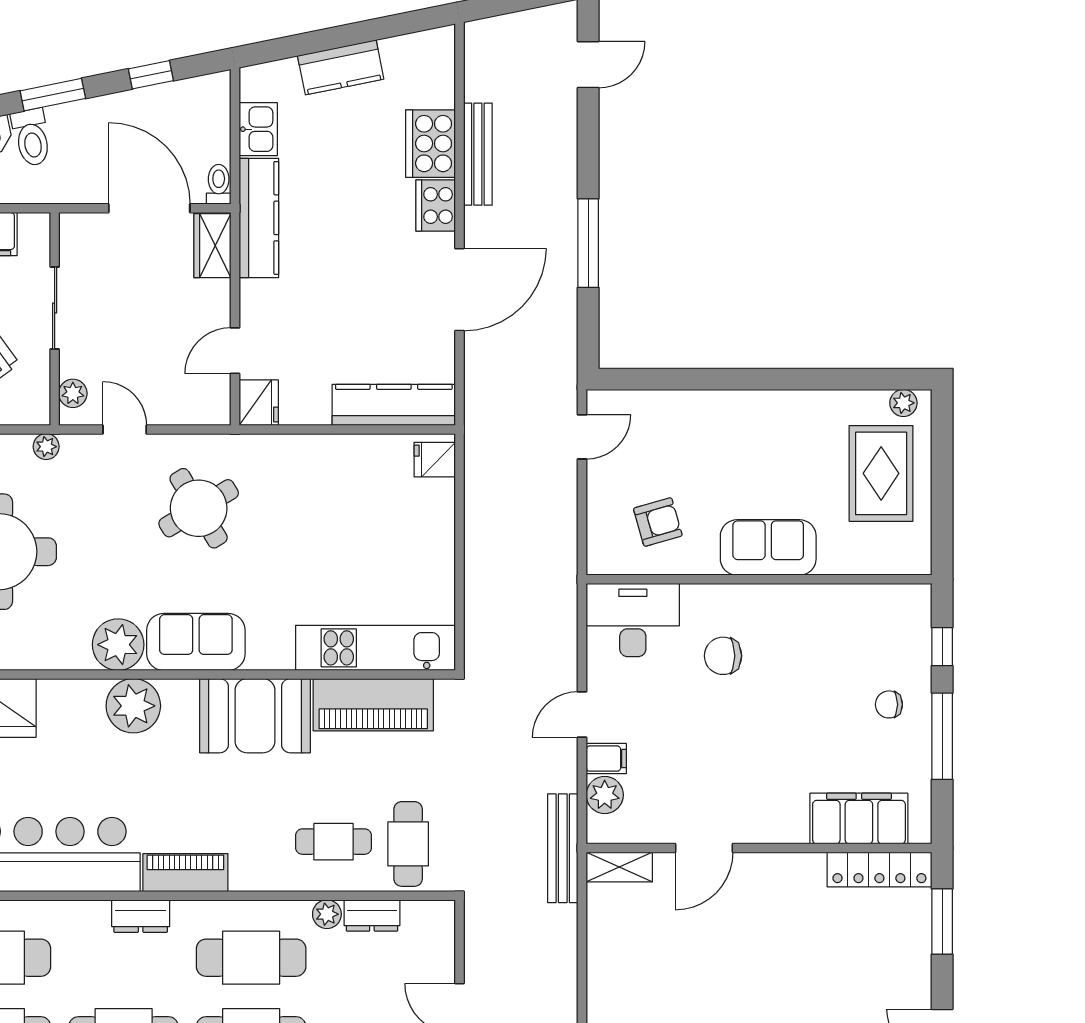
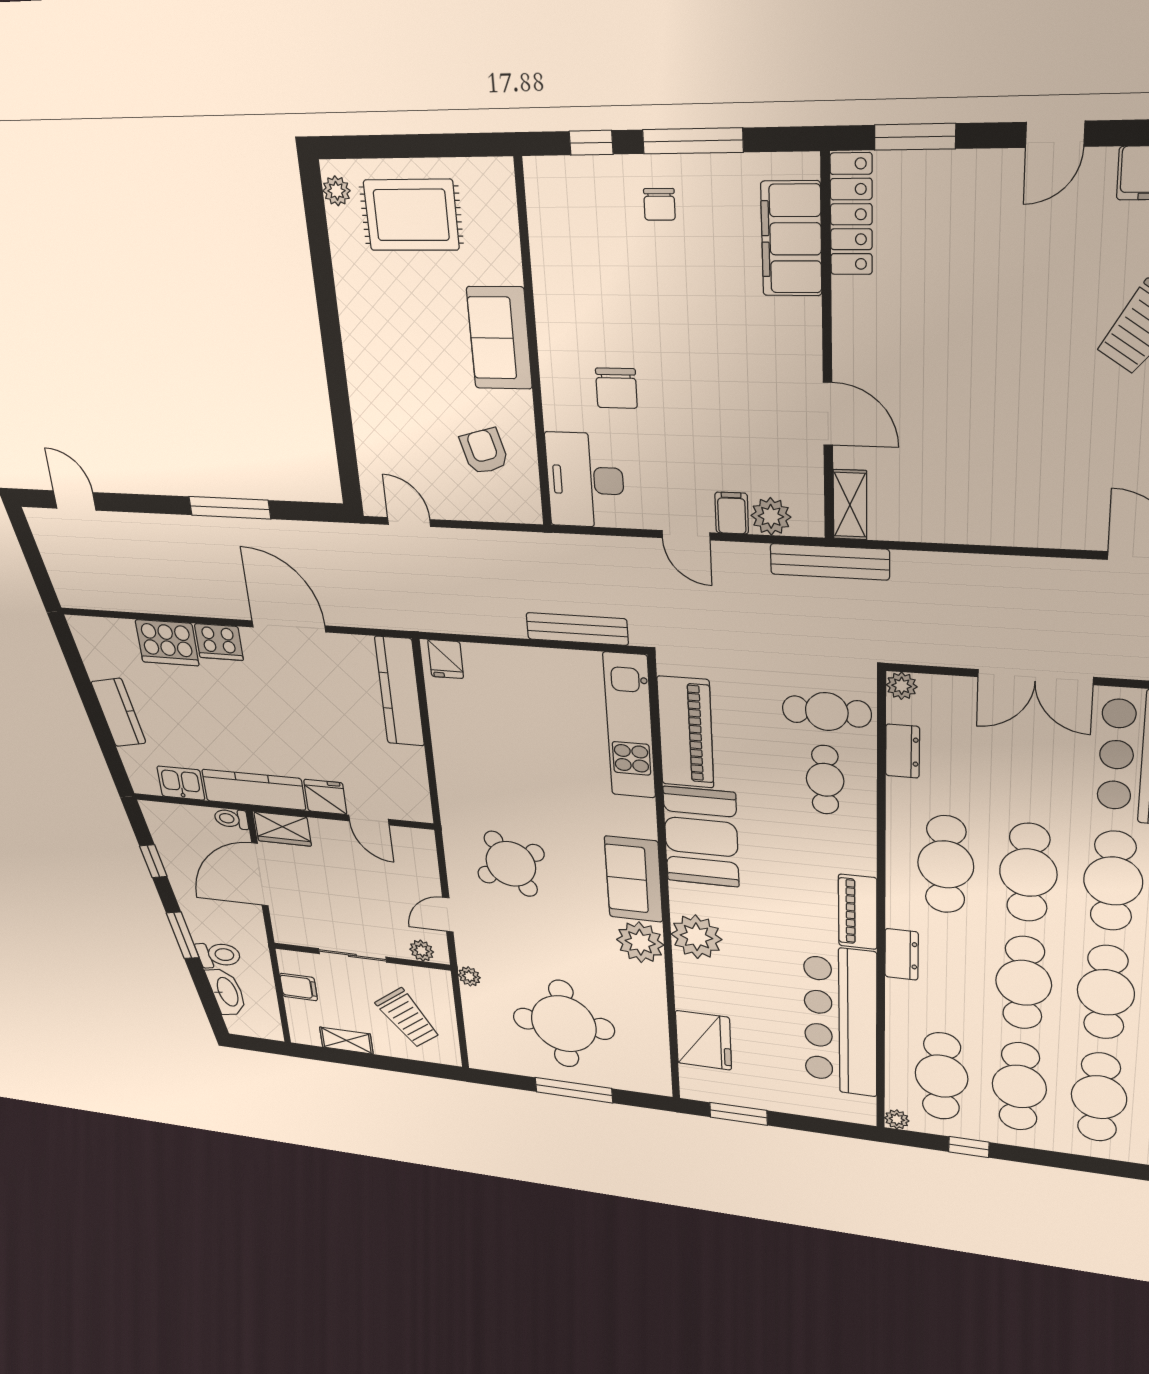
bench: (478, 154) -> (577, 629), moved
fridge: (259, 403) -> (325, 797), moved
plant: (327, 914) -> (902, 686), moved

